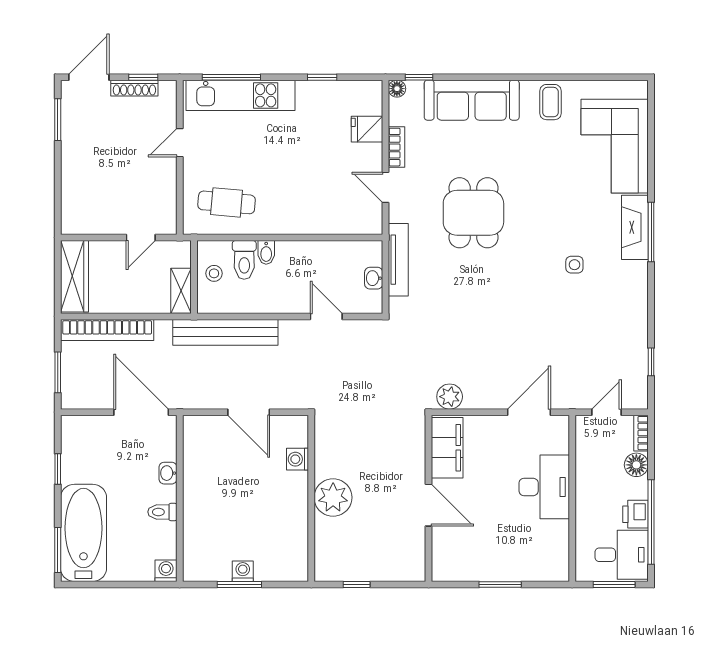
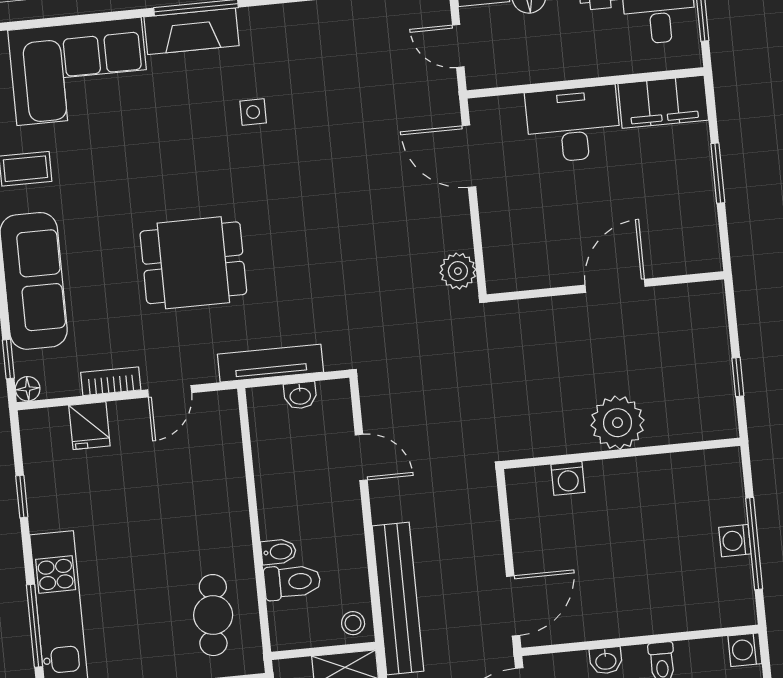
stool: (214, 273) -> (353, 623), moved
door: (326, 316) -> (361, 457), swing flipped
door: (249, 412) -> (513, 606), moved
filing cabinet: (447, 448) -> (663, 102), moved, turned 180
window: (239, 584) -> (754, 544), width x1.44

